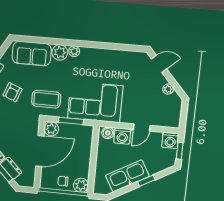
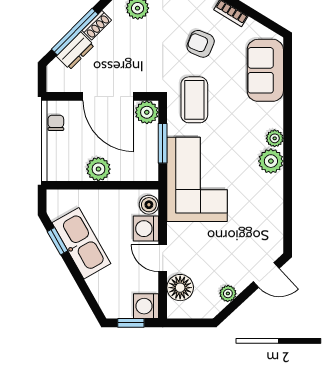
plant: (60, 52) -> (271, 161), moved
door: (159, 64) -> (266, 275), hinge flipped
floor lamp: (161, 118) -> (180, 288), added
chair: (63, 181) -> (56, 123), moved
window: (146, 181) -> (58, 241), moved
plant: (81, 185) -> (98, 169), moved

